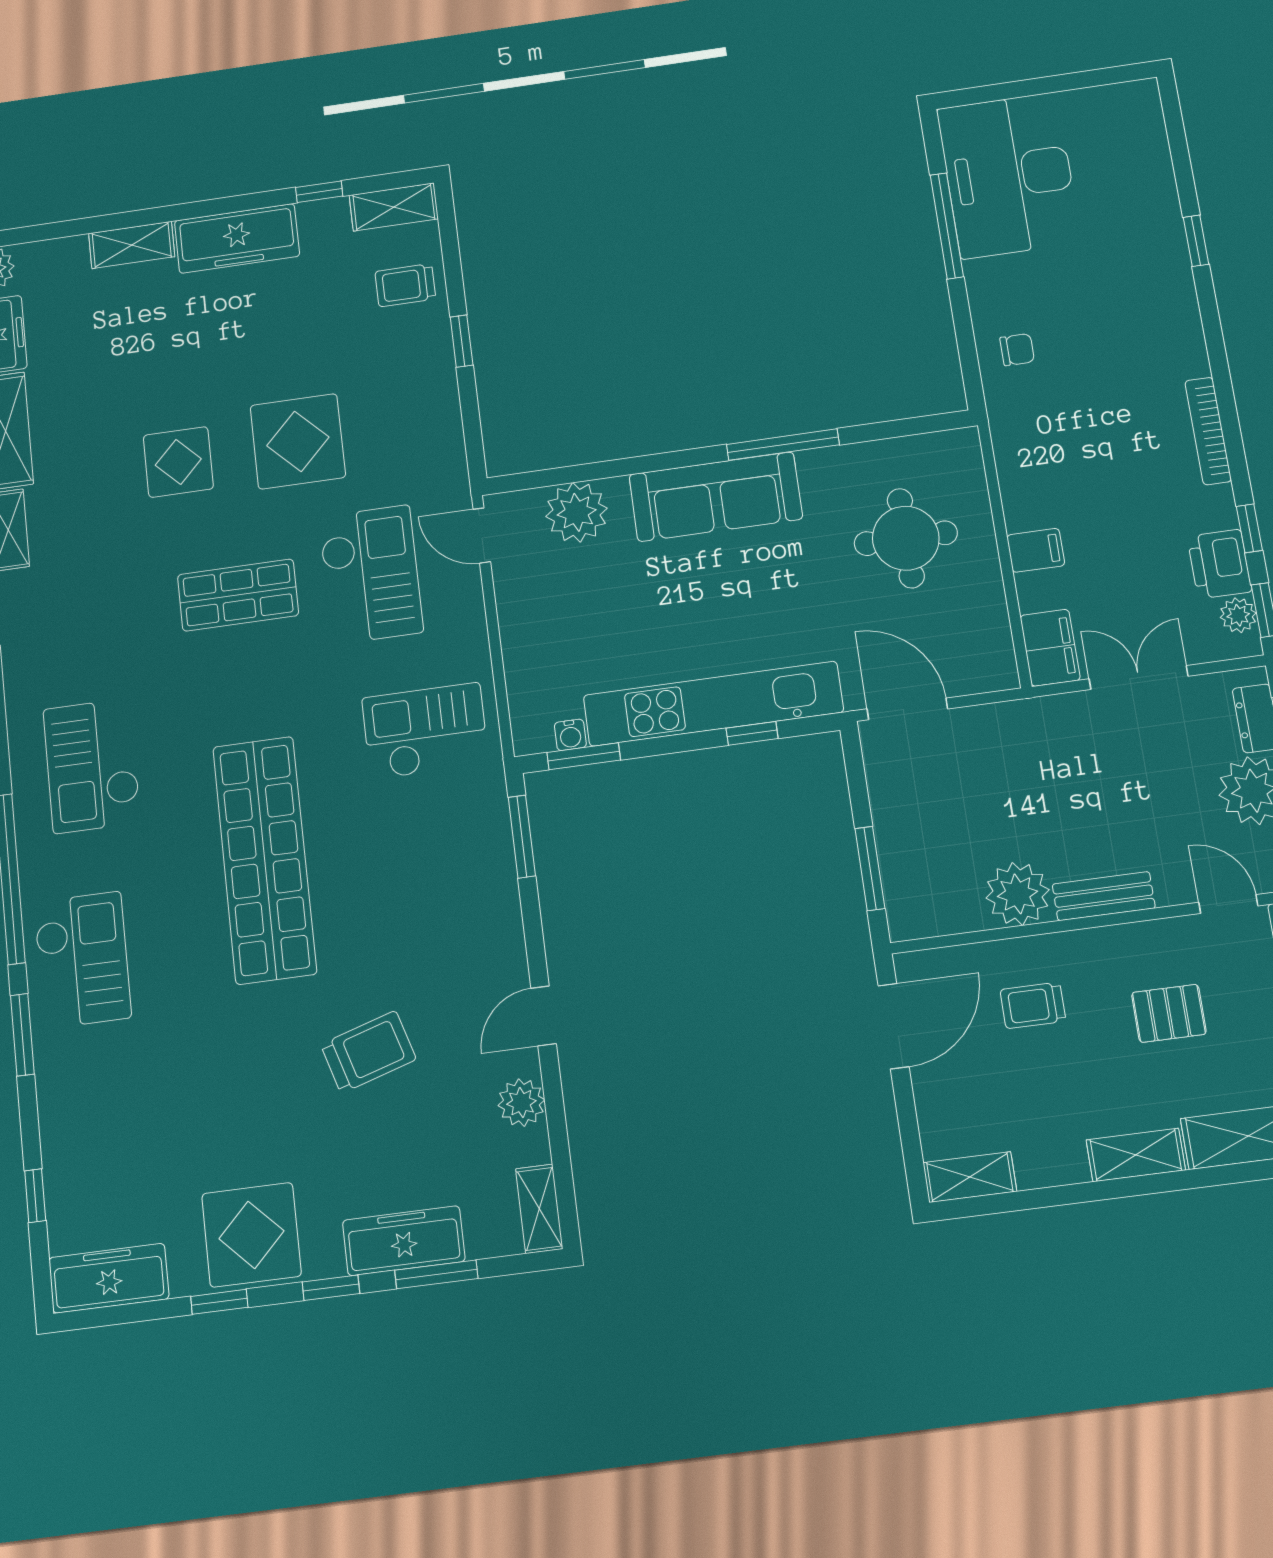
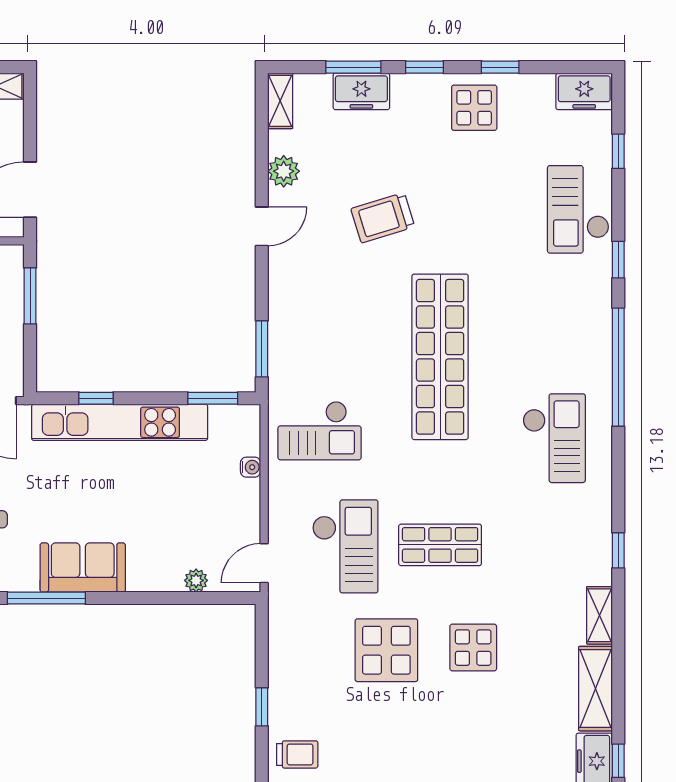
sofa: (716, 497) -> (83, 568), width x0.73
plant: (577, 512) -> (196, 580), width x0.53, depth x0.53
door: (482, 535) -> (264, 563), swing flipped
checkout: (371, 574) -> (345, 546), turned 180
water cooler: (570, 735) -> (251, 467), moved, turned 90
checkout: (82, 960) -> (578, 209), moved
window: (22, 1035) -> (618, 260), width x0.67
display table: (251, 1235) -> (474, 108), width x0.73, depth x0.73
freezer: (404, 1241) -> (361, 91), width x0.71
freezer: (109, 1278) -> (584, 91), width x0.71

